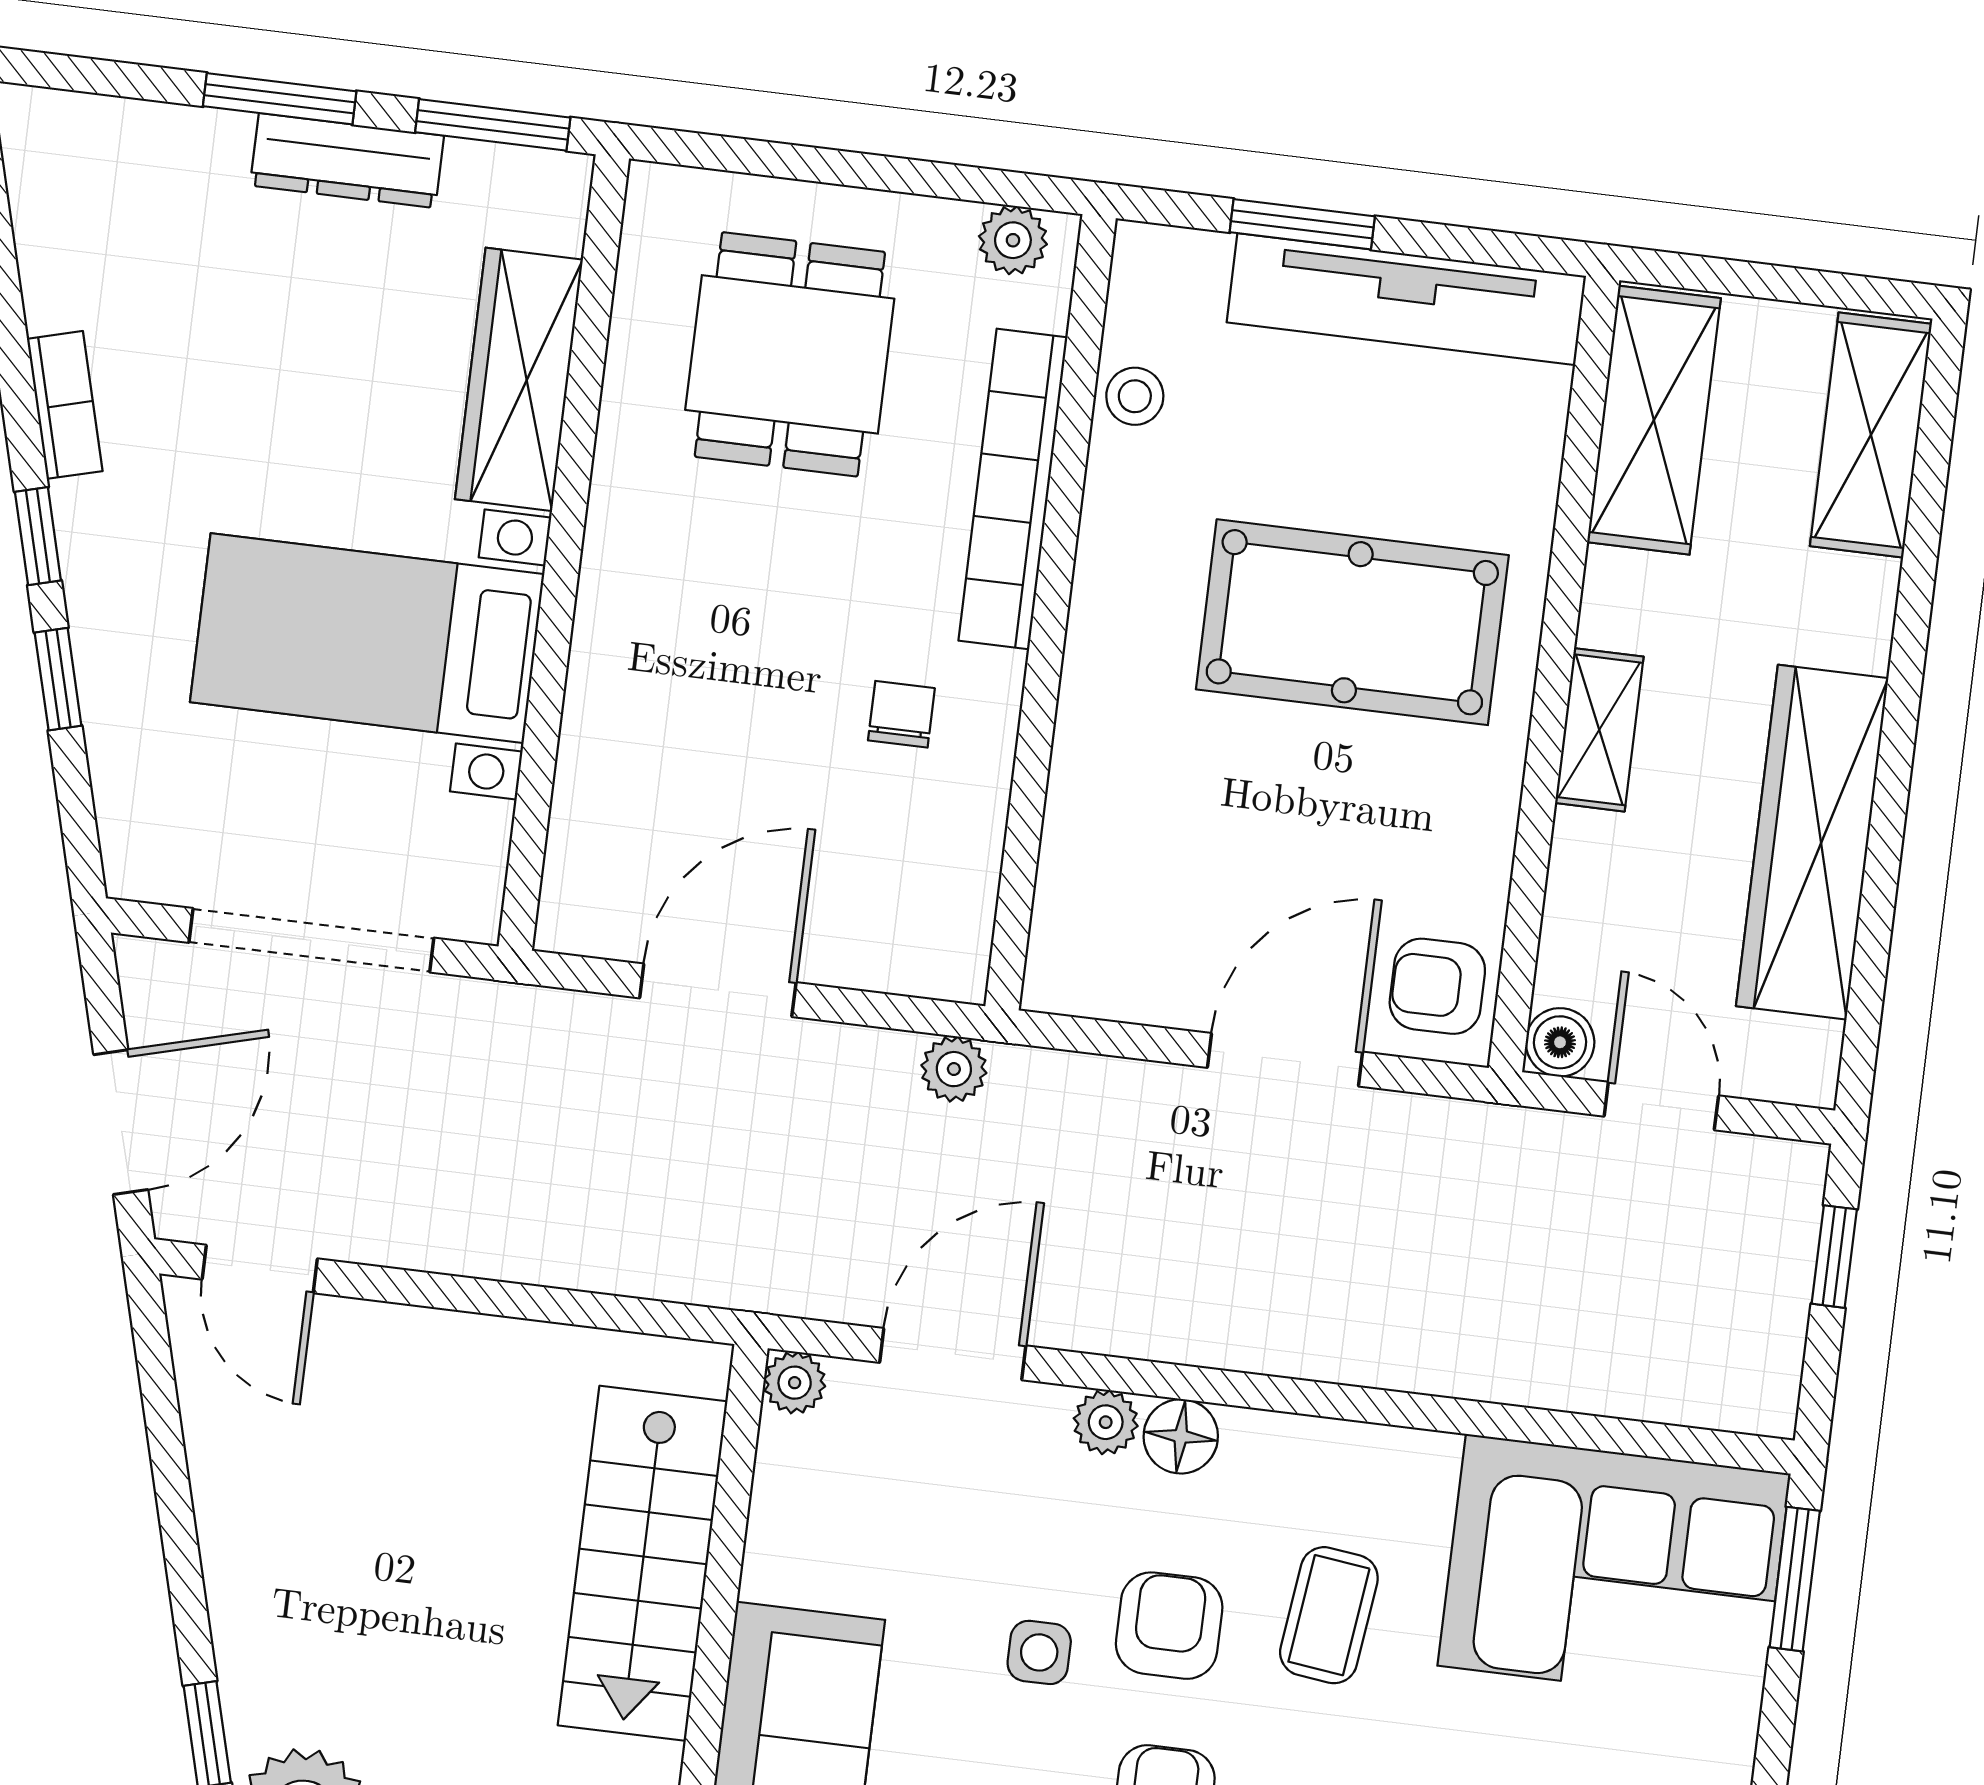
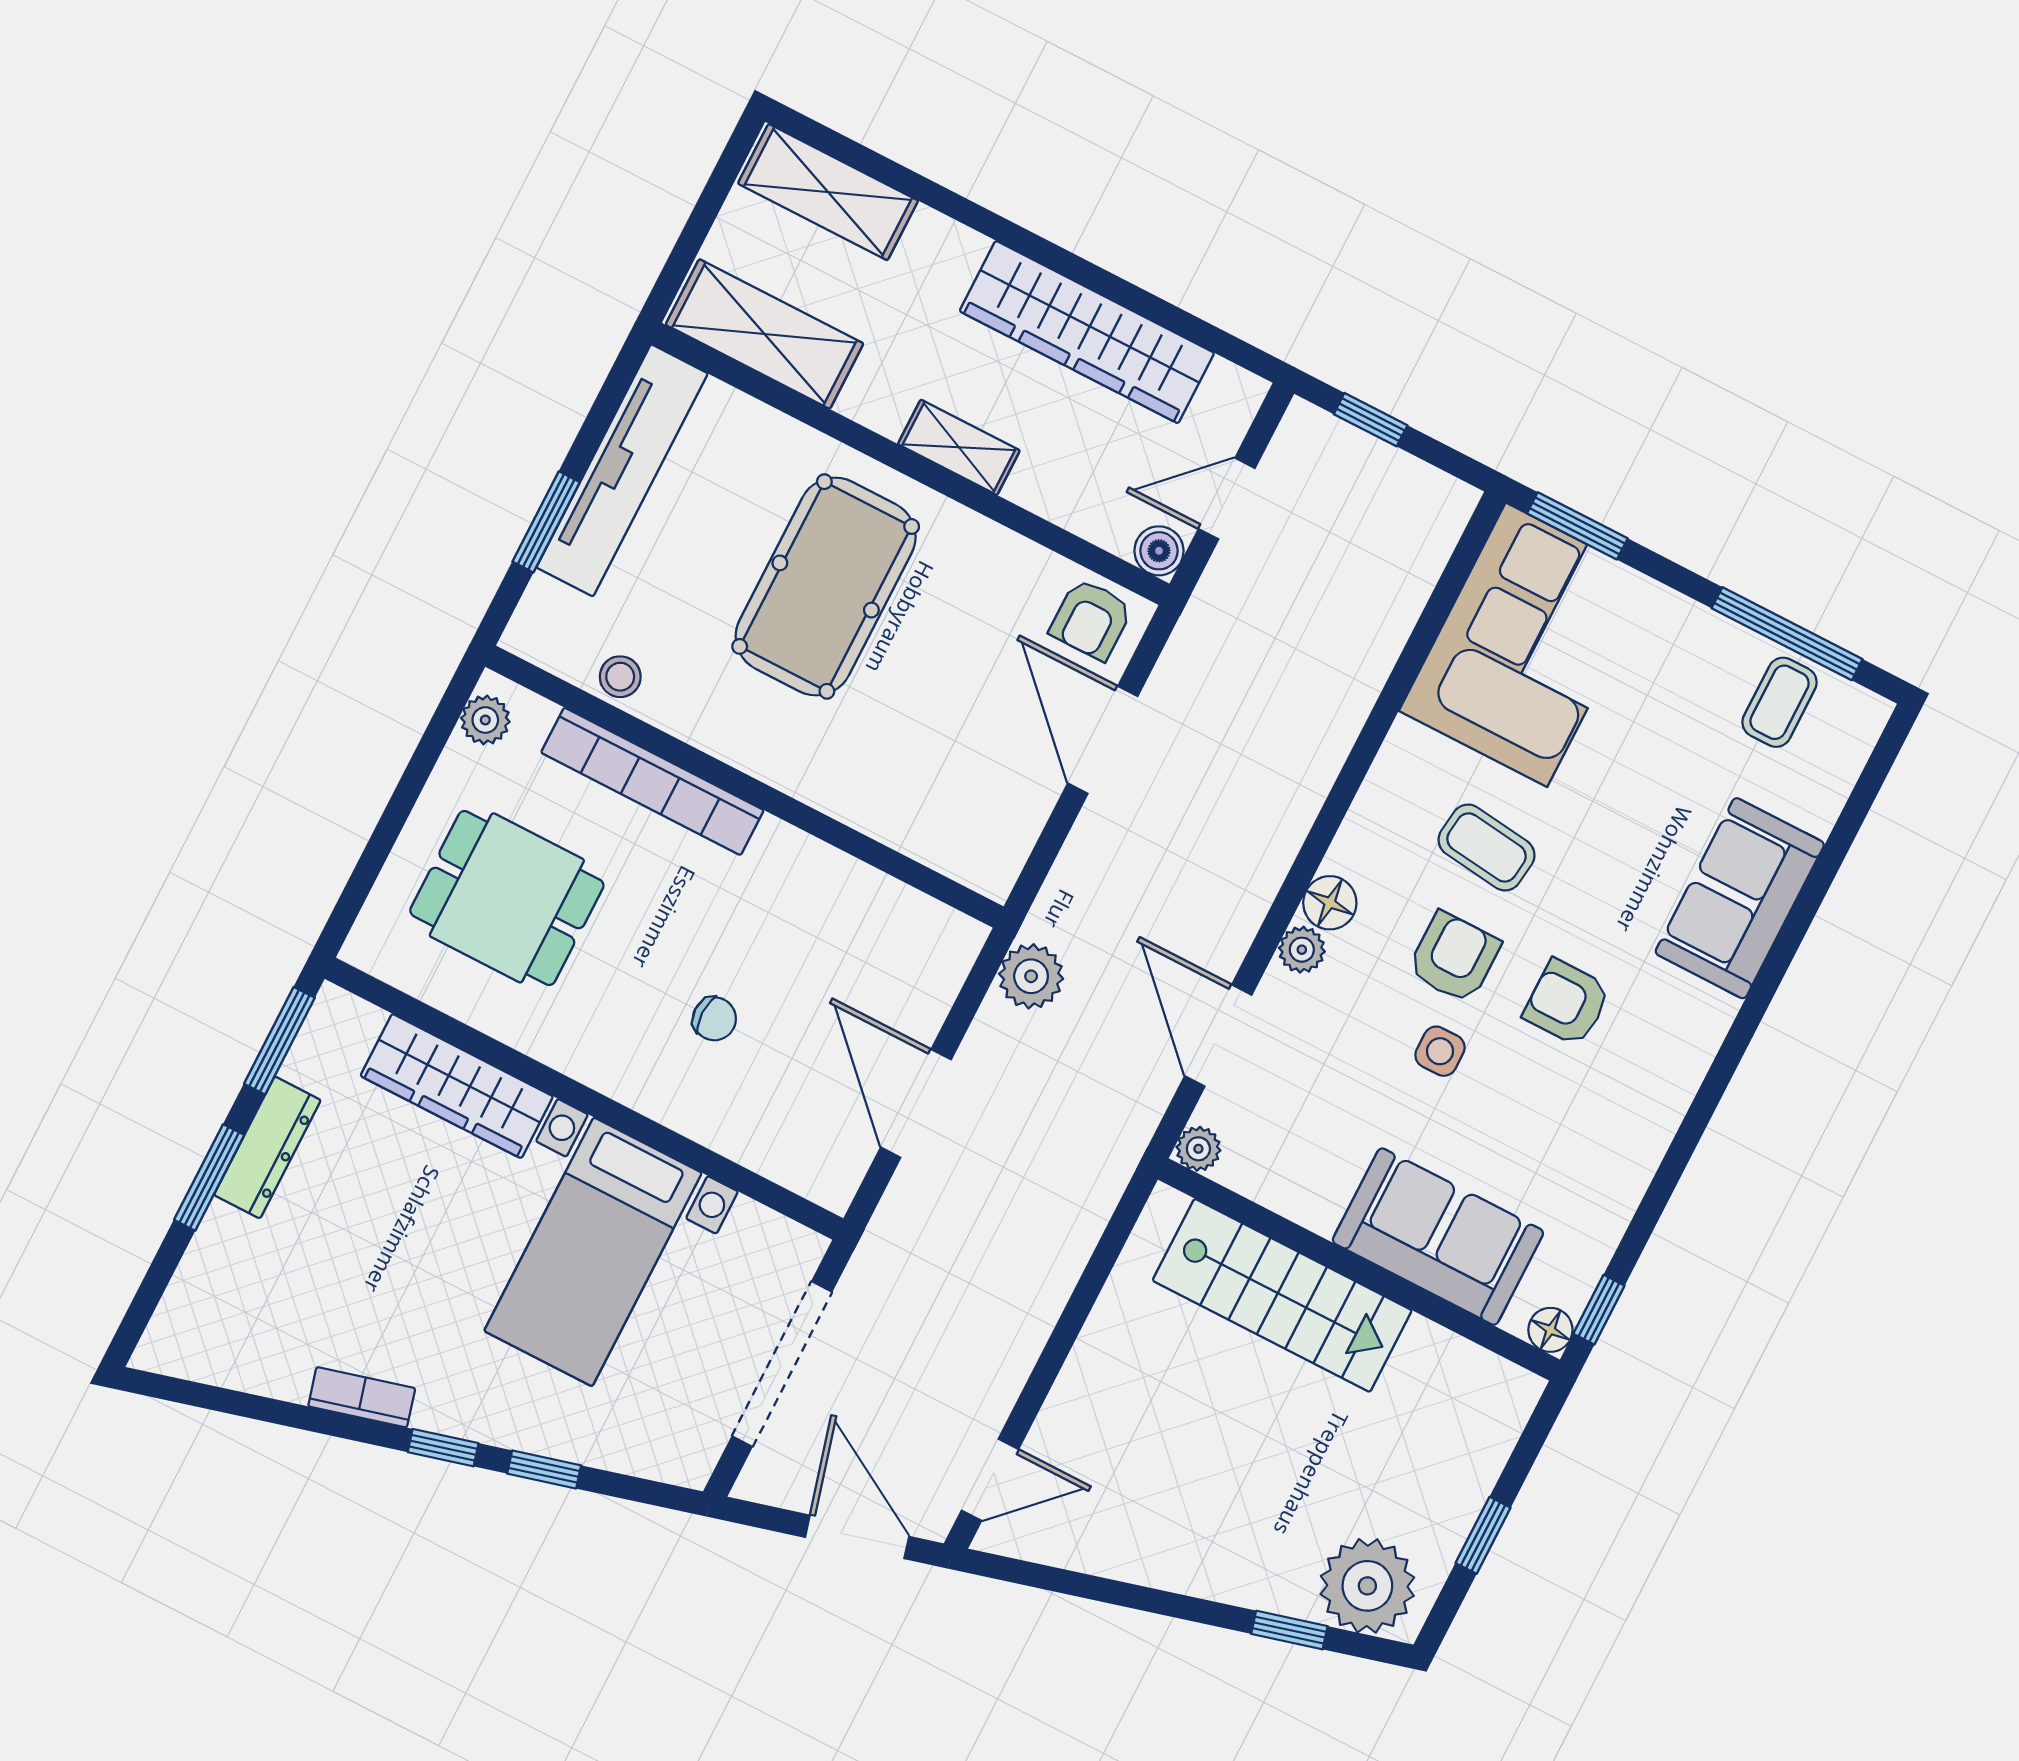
chair: (901, 714) -> (714, 1019), moved, turned 180
plant: (954, 1069) -> (1031, 976), width x1.38, depth x1.38
armchair: (1169, 1626) -> (1454, 957), turned 90

